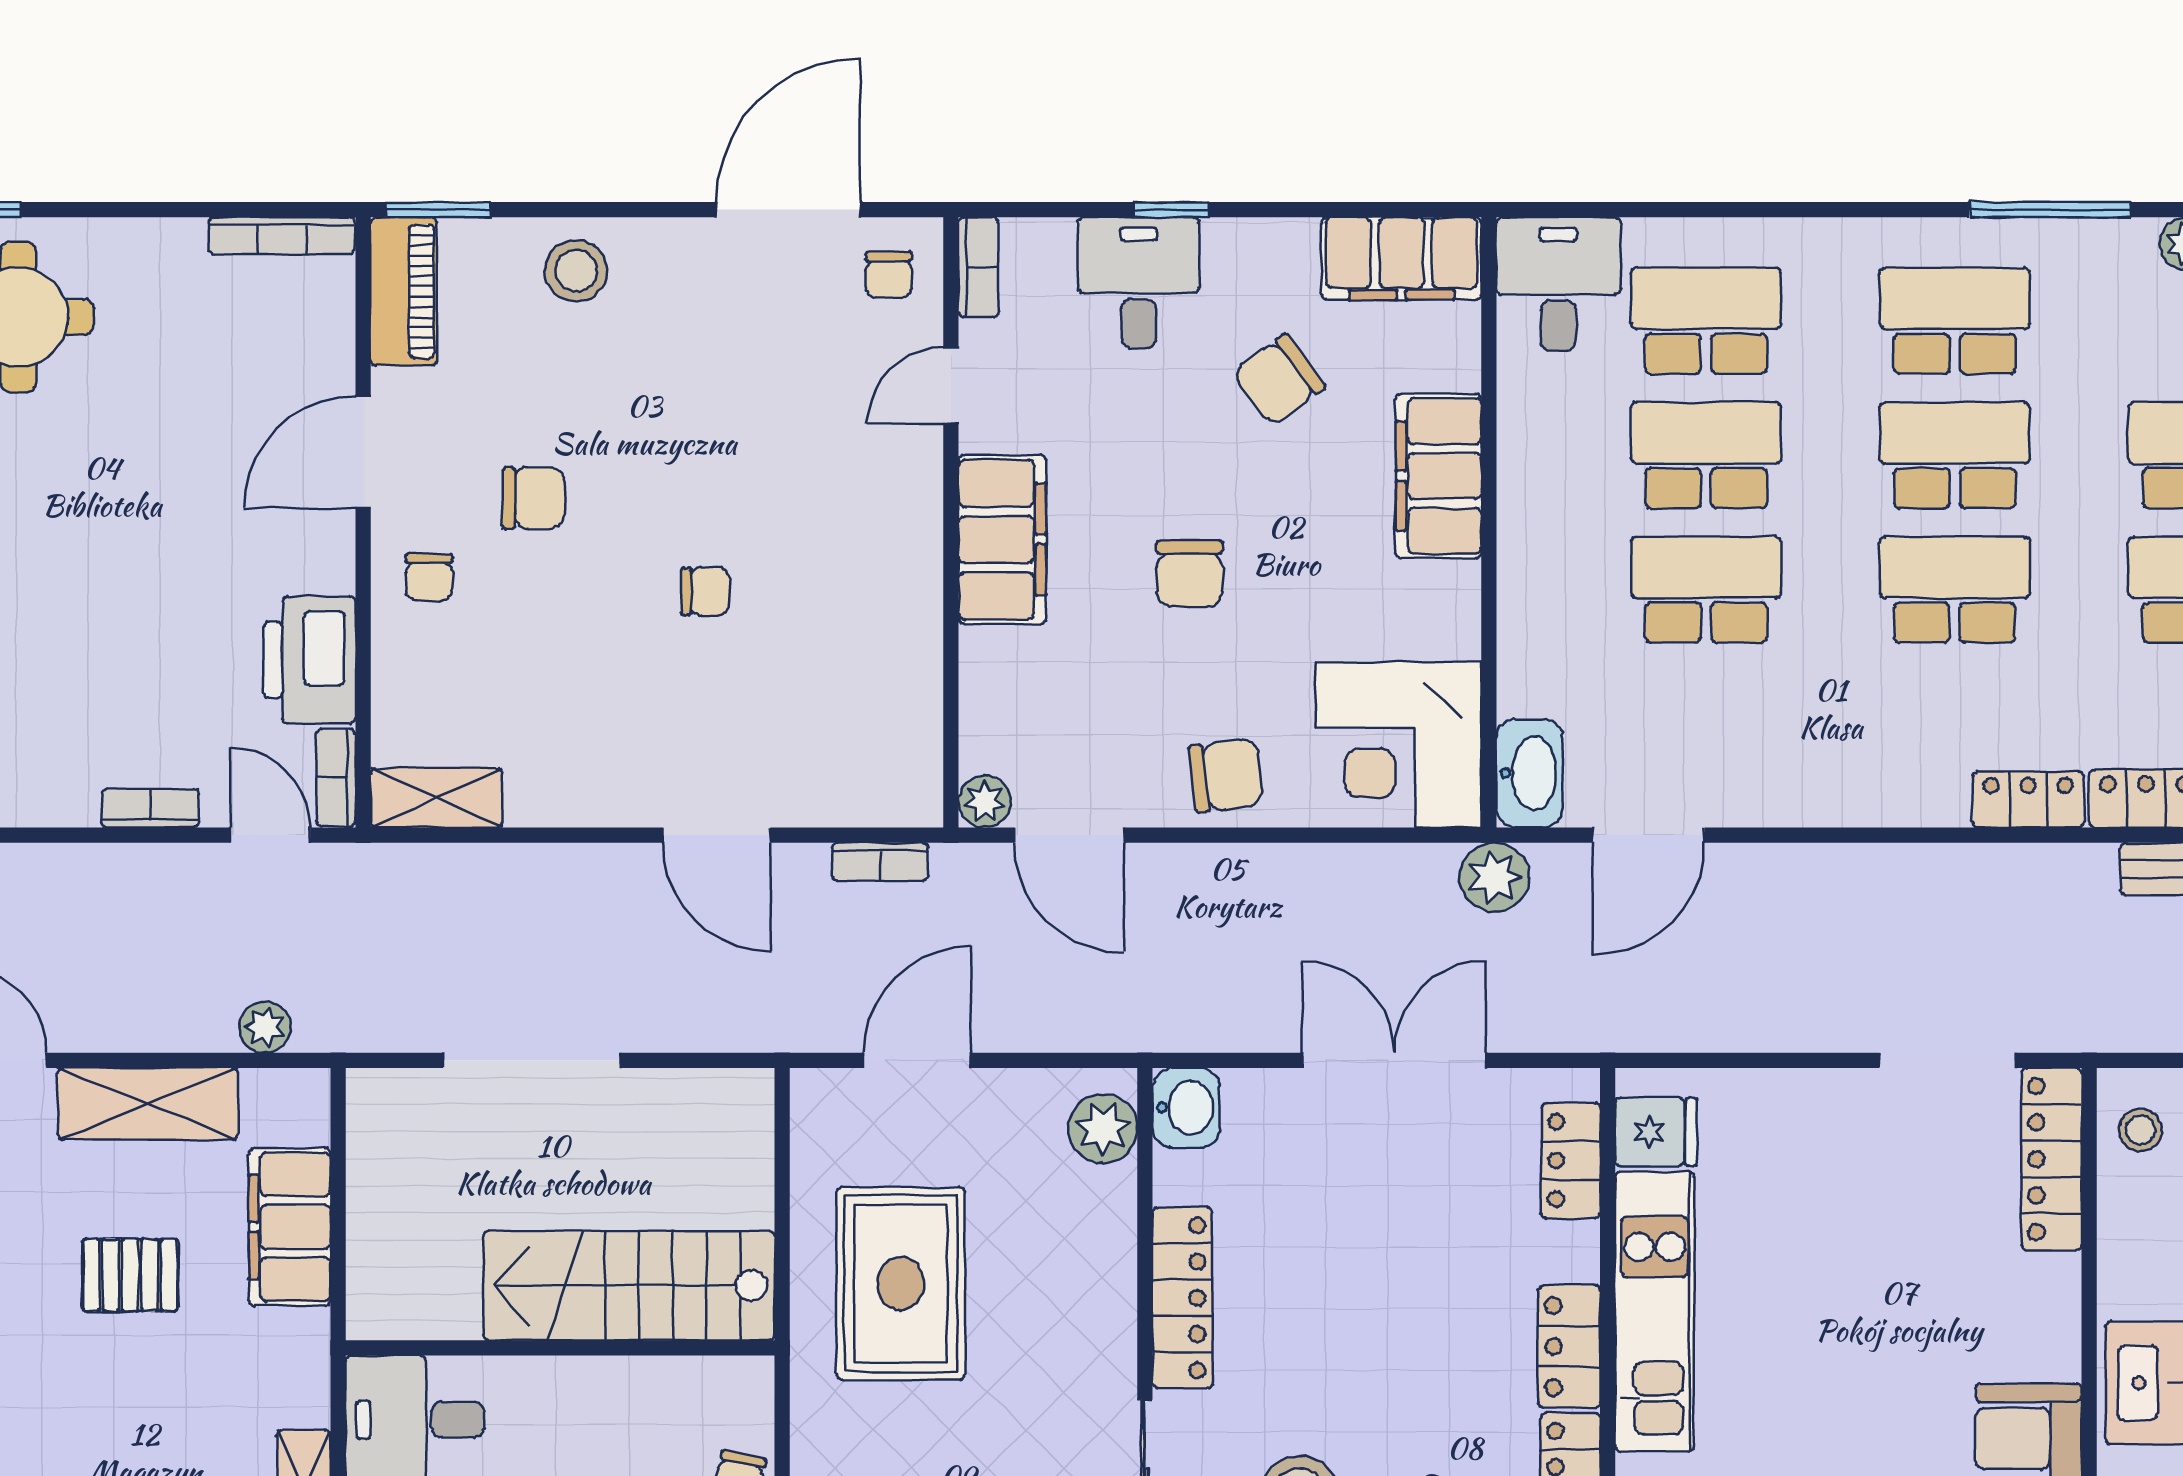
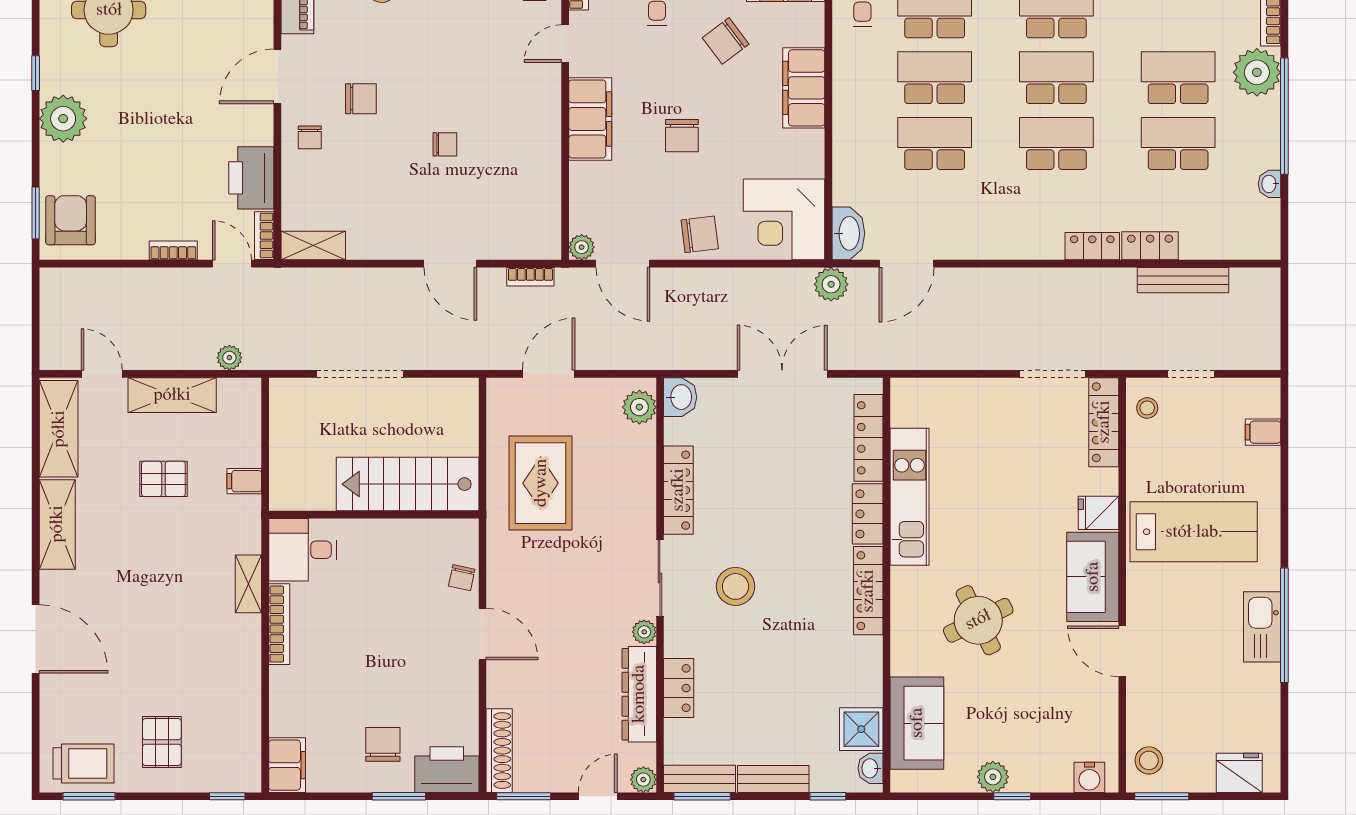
fridge: (1656, 1132) -> (1098, 513), moved, turned 180
locker: (1571, 1161) -> (868, 438), width x1.53
filing cabinet: (290, 1227) -> (244, 481), width x0.33, depth x0.86

